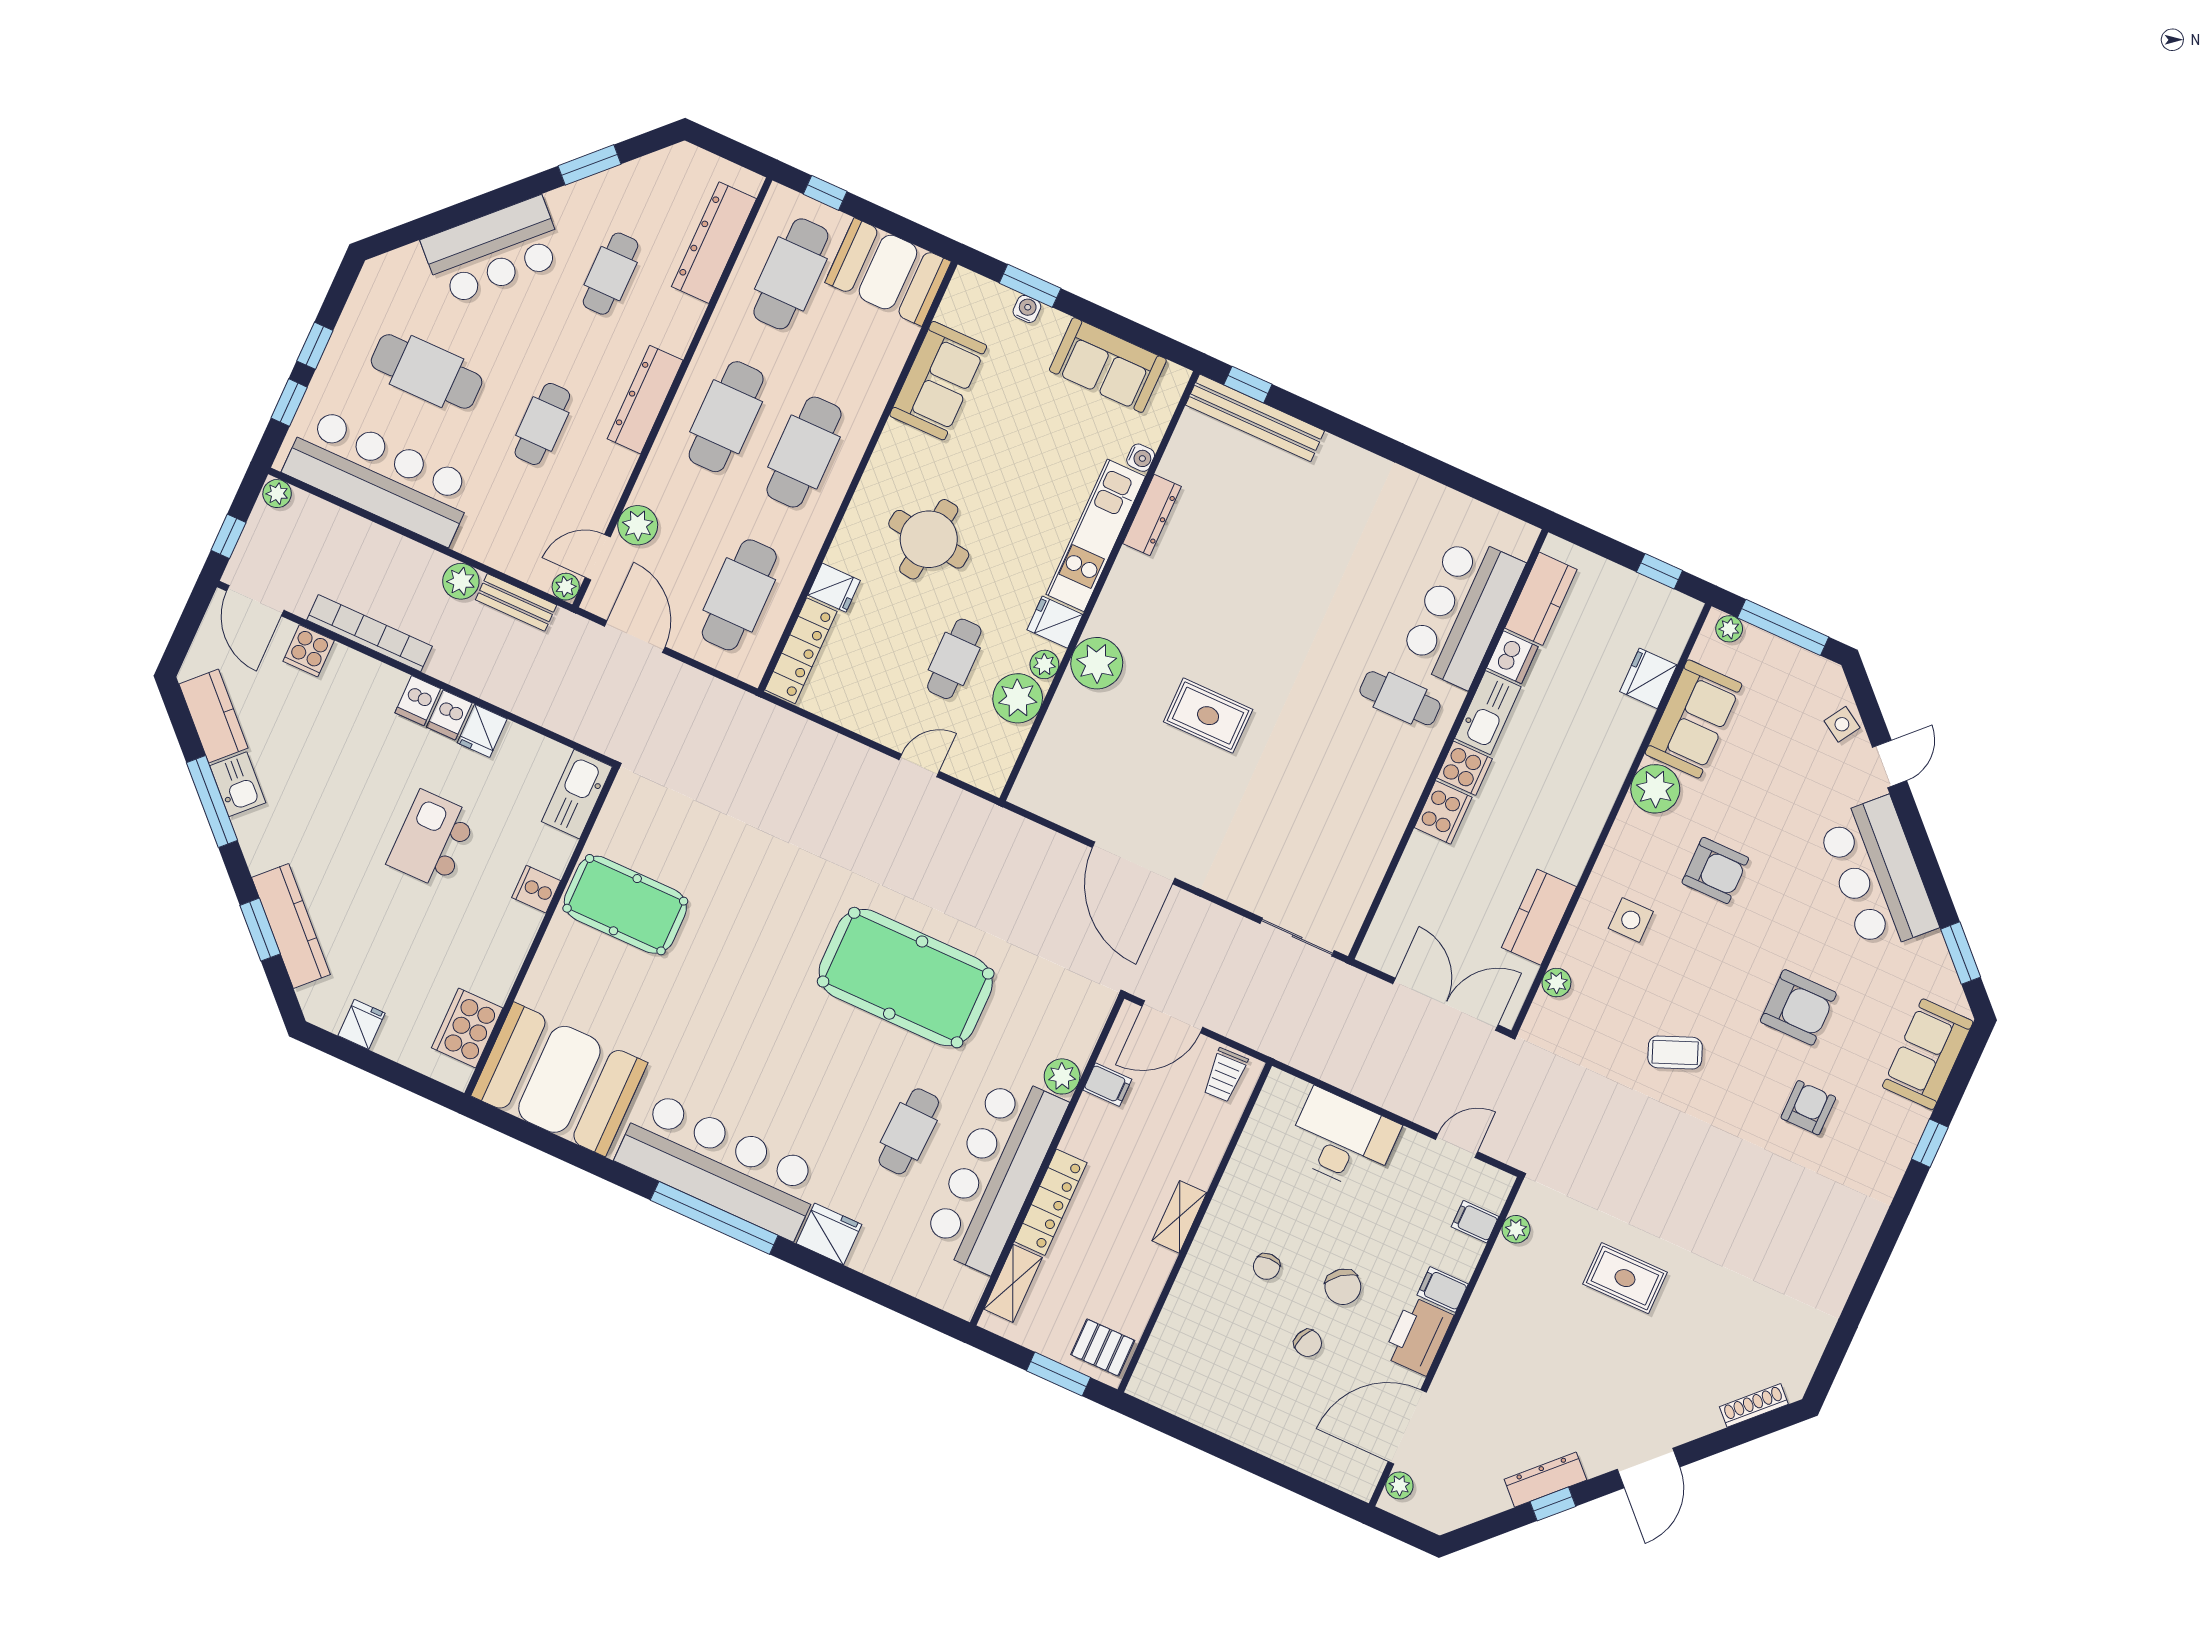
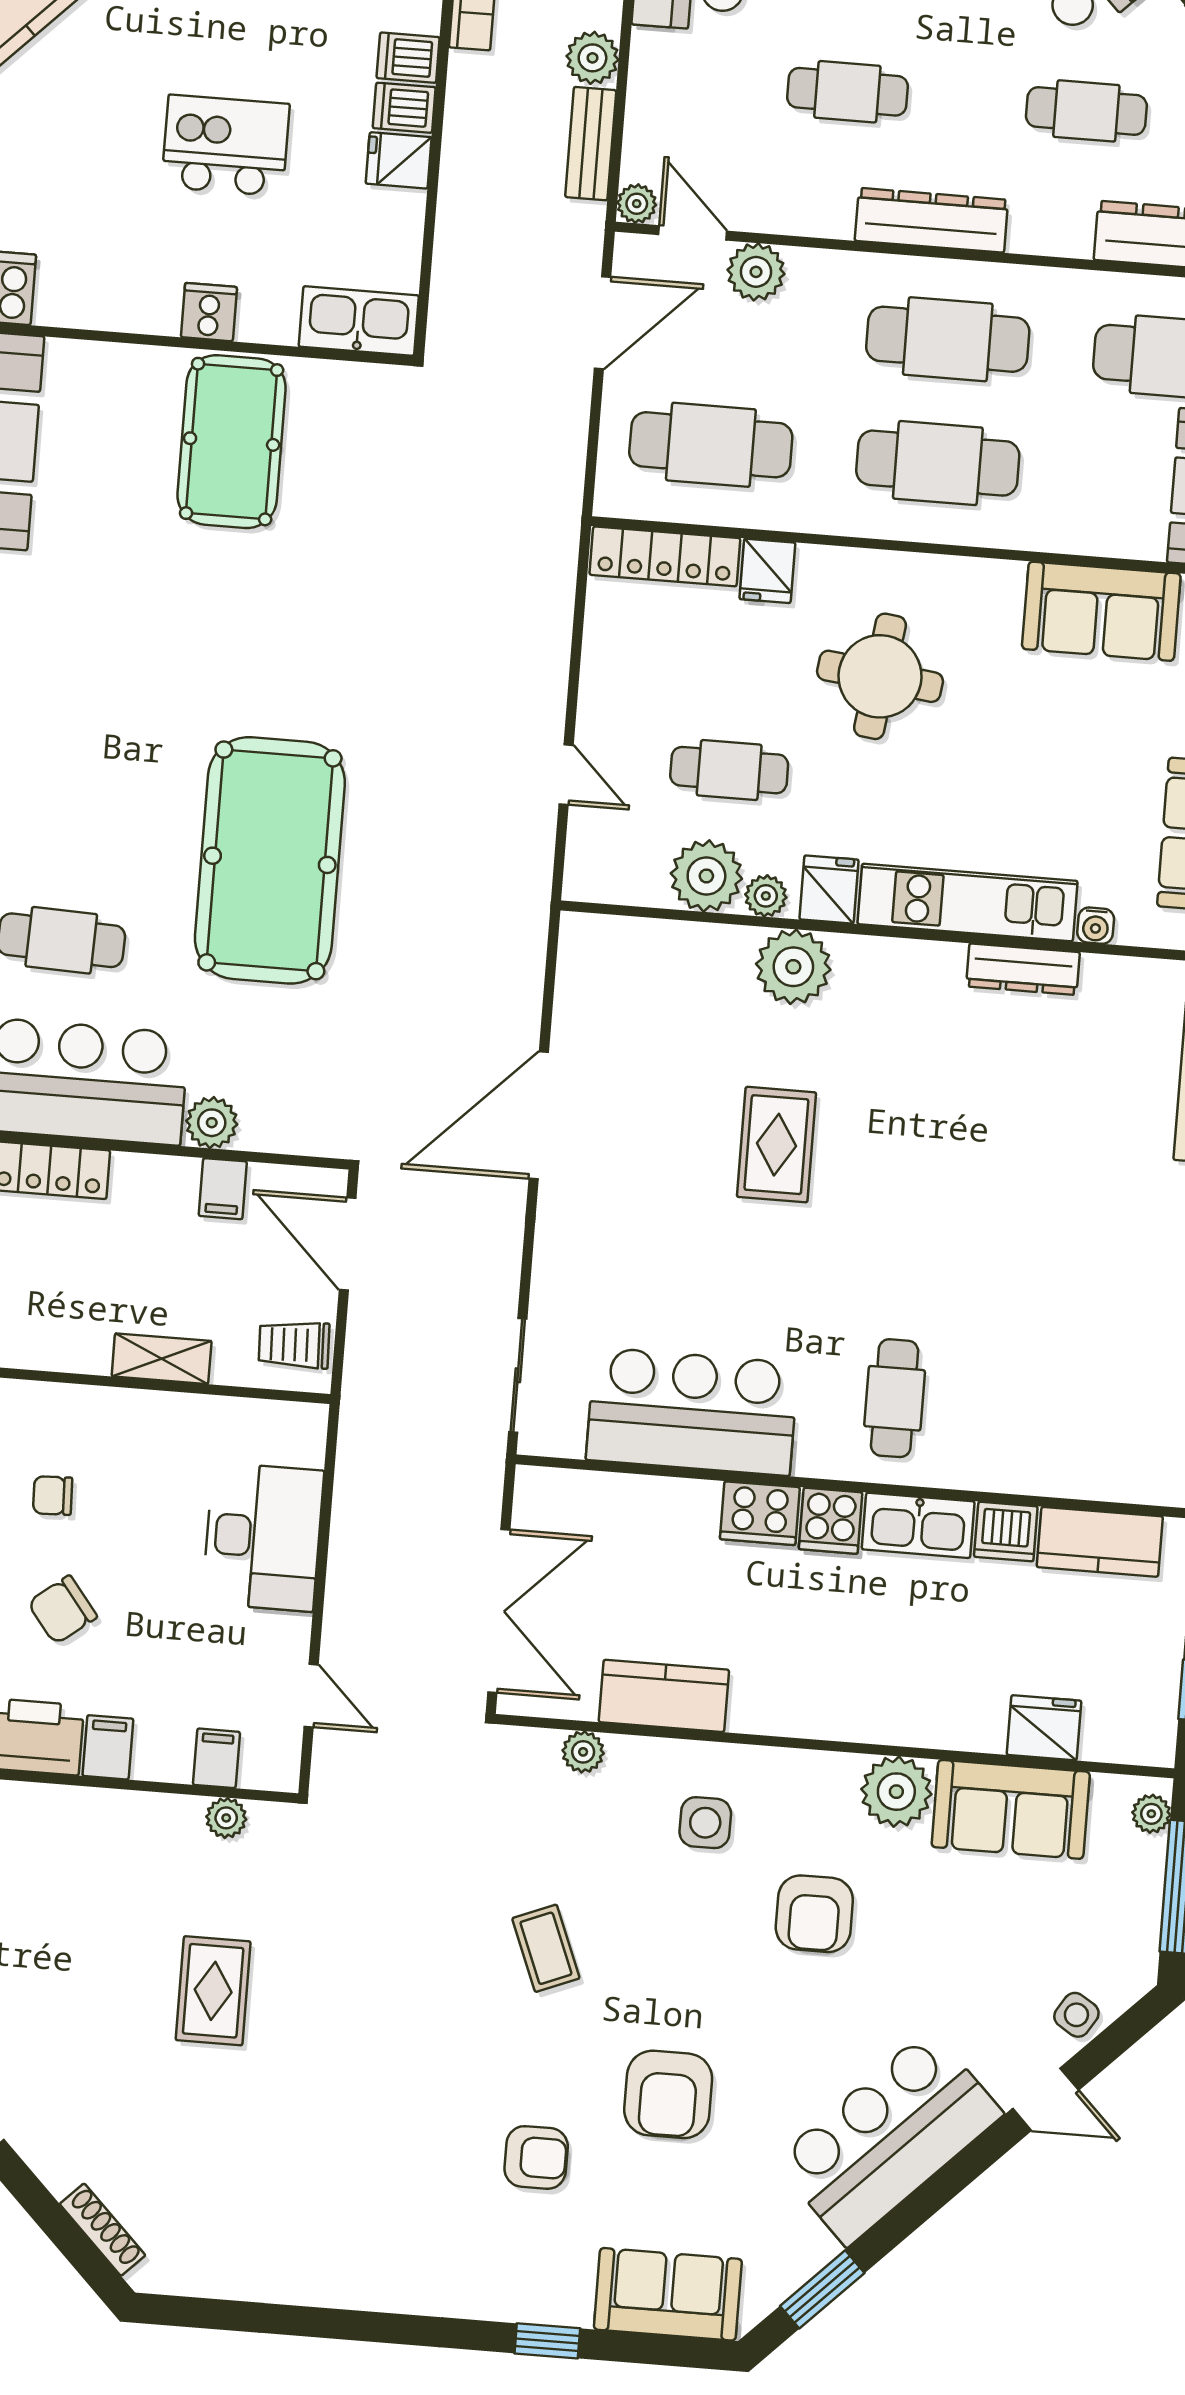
bar counter: (1462, 611) -> (692, 1411), moved
shelving: (1179, 1217) -> (162, 1359), moved

